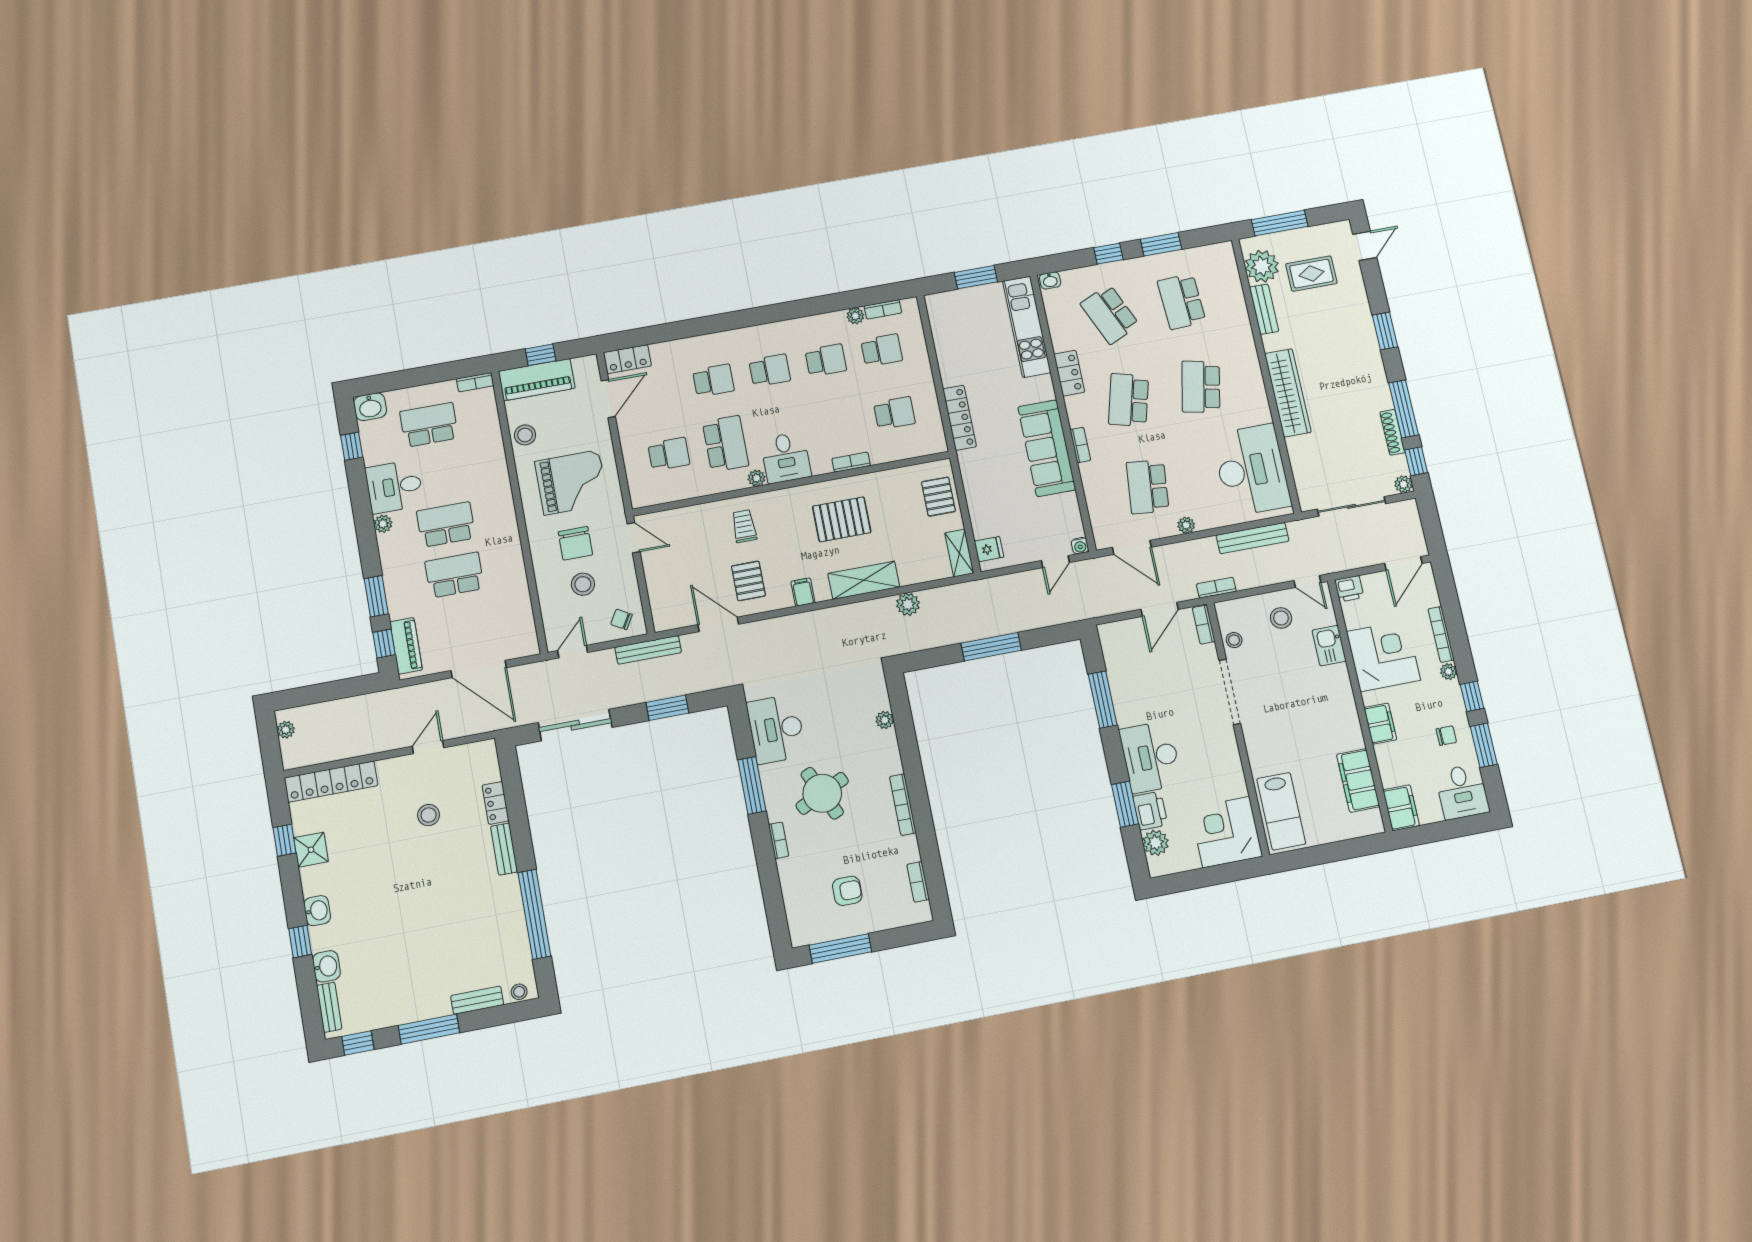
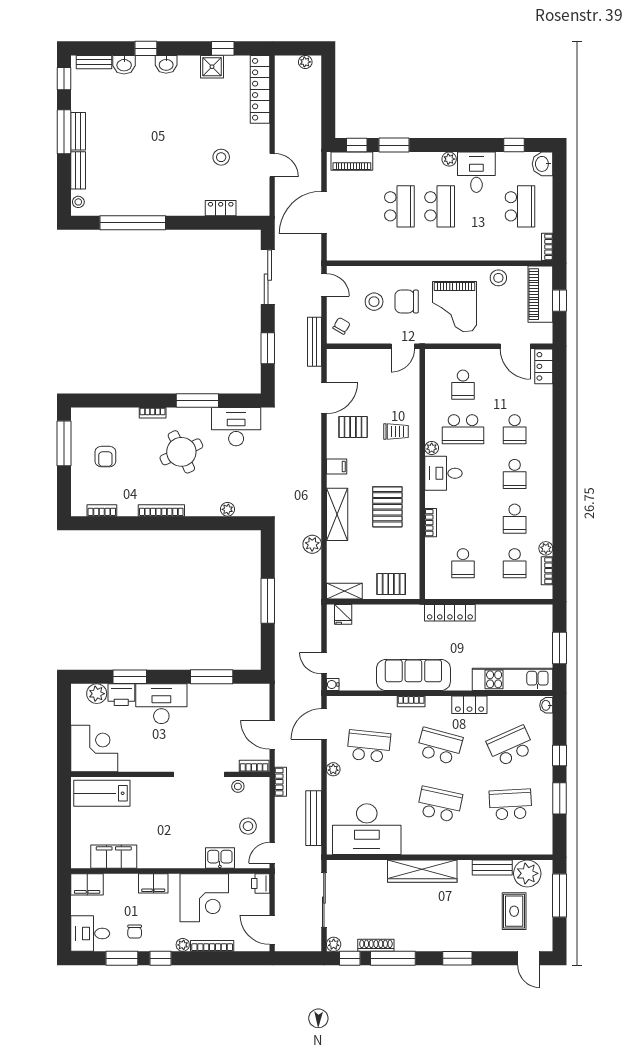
bench: (504, 849) -> (78, 131), moved, turned 90

